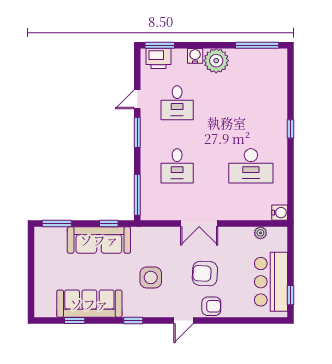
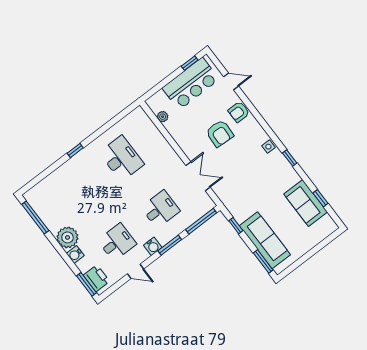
window: (137, 132) -> (170, 245), moved
water cooler: (280, 213) -> (153, 246), moved, turned 180
double door: (199, 223) -> (198, 176), moved
sofa: (99, 240) -> (265, 240), moved
side table: (151, 277) -> (268, 147), moved, width x0.54, depth x0.54
sofa: (89, 304) -> (306, 203), width x0.73
armchair: (211, 306) -> (239, 112), turned -90
door: (184, 320) -> (231, 81), moved

